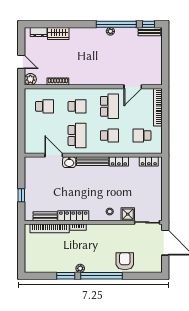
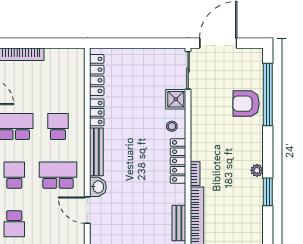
school desk: (45, 106) -> (14, 224), turned 180
school desk: (142, 136) -> (58, 78), removed
door: (54, 155) -> (87, 210), hinge flipped
locker: (149, 161) -> (97, 75), width x1.53
locker: (73, 216) -> (178, 161), moved
window: (101, 276) -> (268, 94), moved

